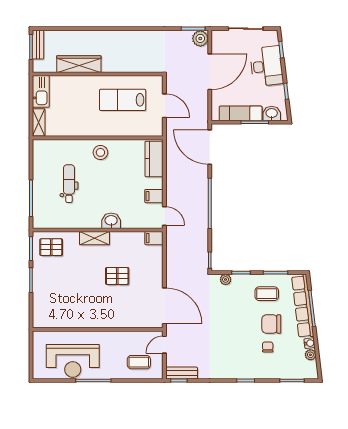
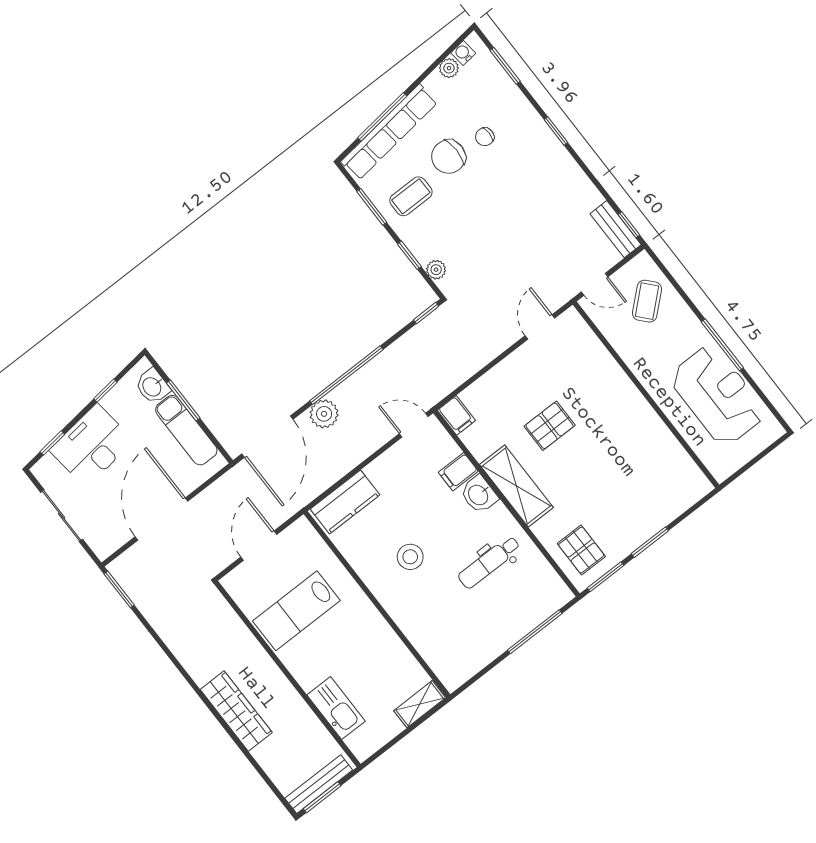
plant: (200, 38) -> (324, 414), moved
bench: (38, 45) -> (319, 784), width x1.36
wardrobe: (79, 64) -> (236, 711), moved, turned 180
door: (210, 72) -> (162, 519), hinge flipped
kitchen sink: (41, 91) -> (336, 708), moved, turned 90
lab bench: (123, 100) -> (296, 611), turned 90
stool: (100, 152) -> (410, 557), moved
dental chair: (69, 184) -> (489, 562), moved
filing cabinet: (154, 196) -> (458, 472), moved, turned 90
door: (164, 216) -> (414, 425), hinge flipped
shelving: (94, 238) -> (516, 486), width x1.50, depth x1.33
pallet: (117, 276) -> (550, 426), turned 90
coffee table: (267, 294) -> (411, 196), turned 90
door: (164, 306) -> (540, 327), width x0.53
chair: (271, 324) -> (449, 157), turned 90
water cooler: (309, 343) -> (463, 53), moved
coffee table: (139, 362) -> (647, 301), turned 48

